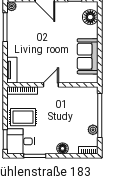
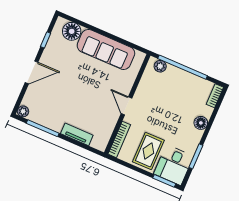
sofa: (88, 56) -> (106, 49), width x1.36
tv unit: (12, 70) -> (77, 134), moved
plant: (93, 130) -> (160, 66), moved

